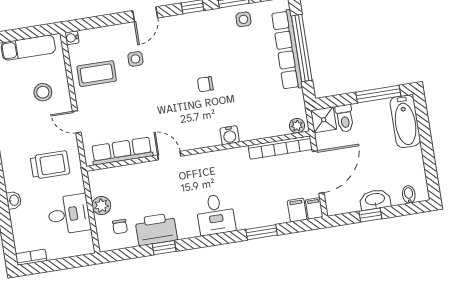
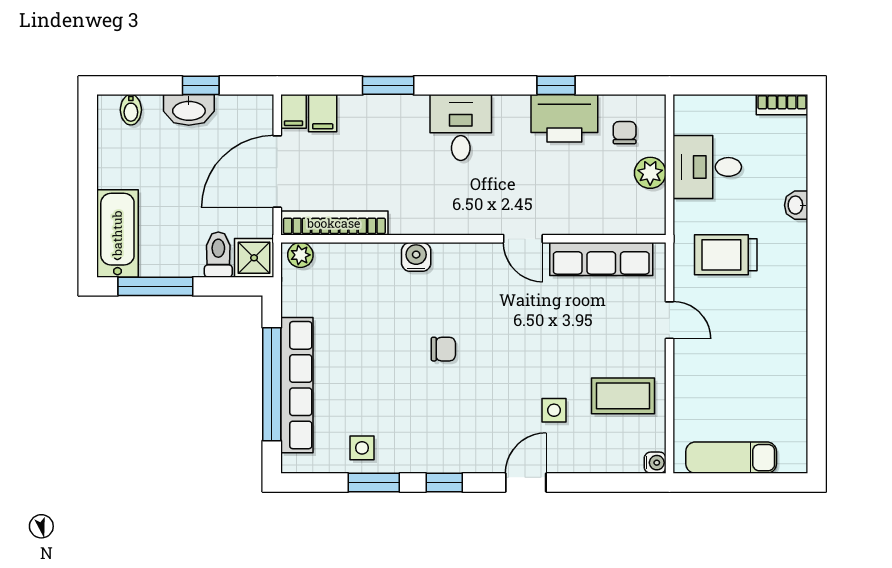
stool: (43, 92) -> (718, 379), removed

